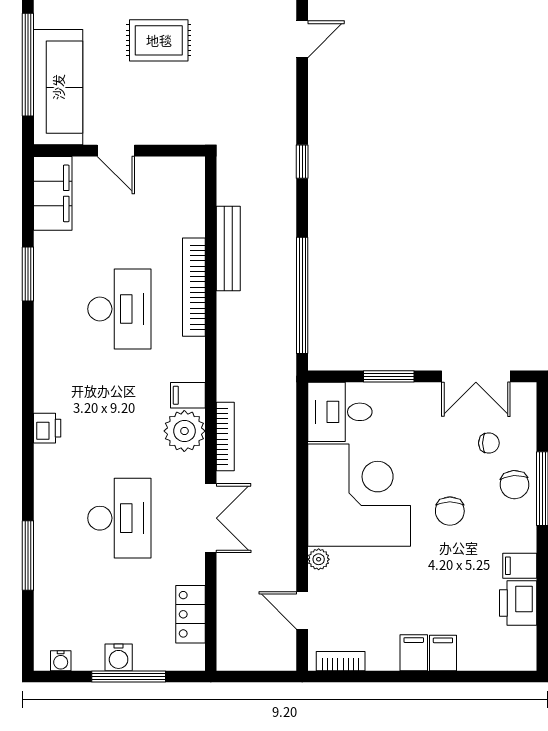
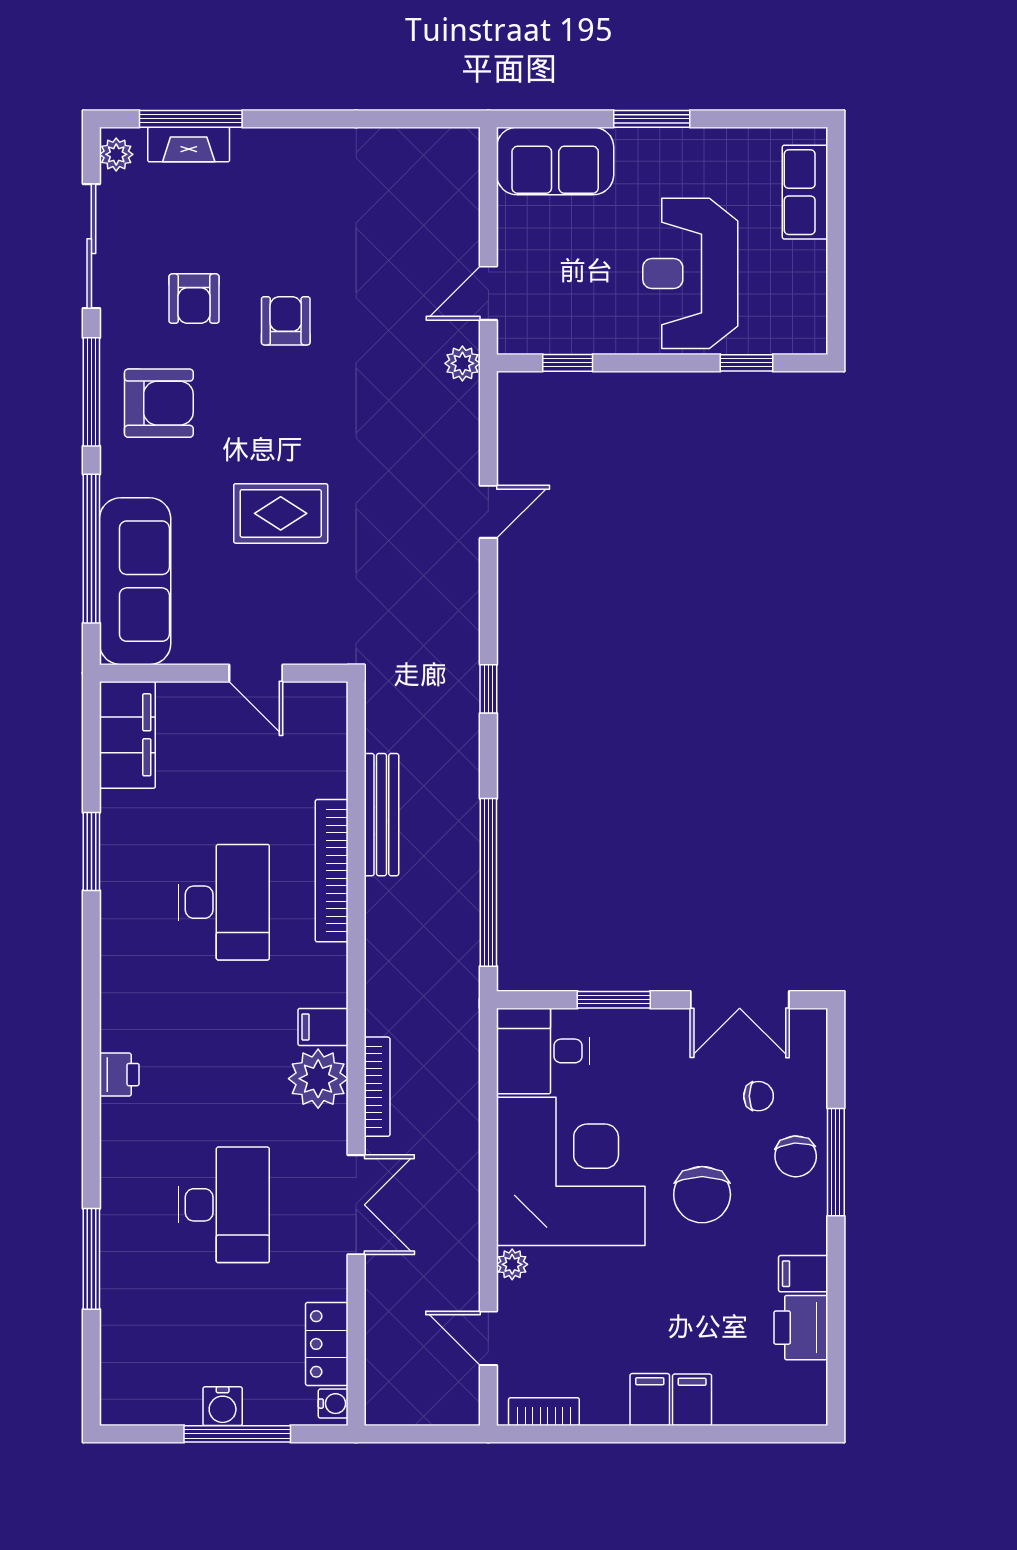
door: (116, 151) -> (256, 673), moved
chair: (450, 511) -> (702, 1195), width x1.37, depth x1.37
water cooler: (61, 661) -> (333, 1404), moved, turned -90

